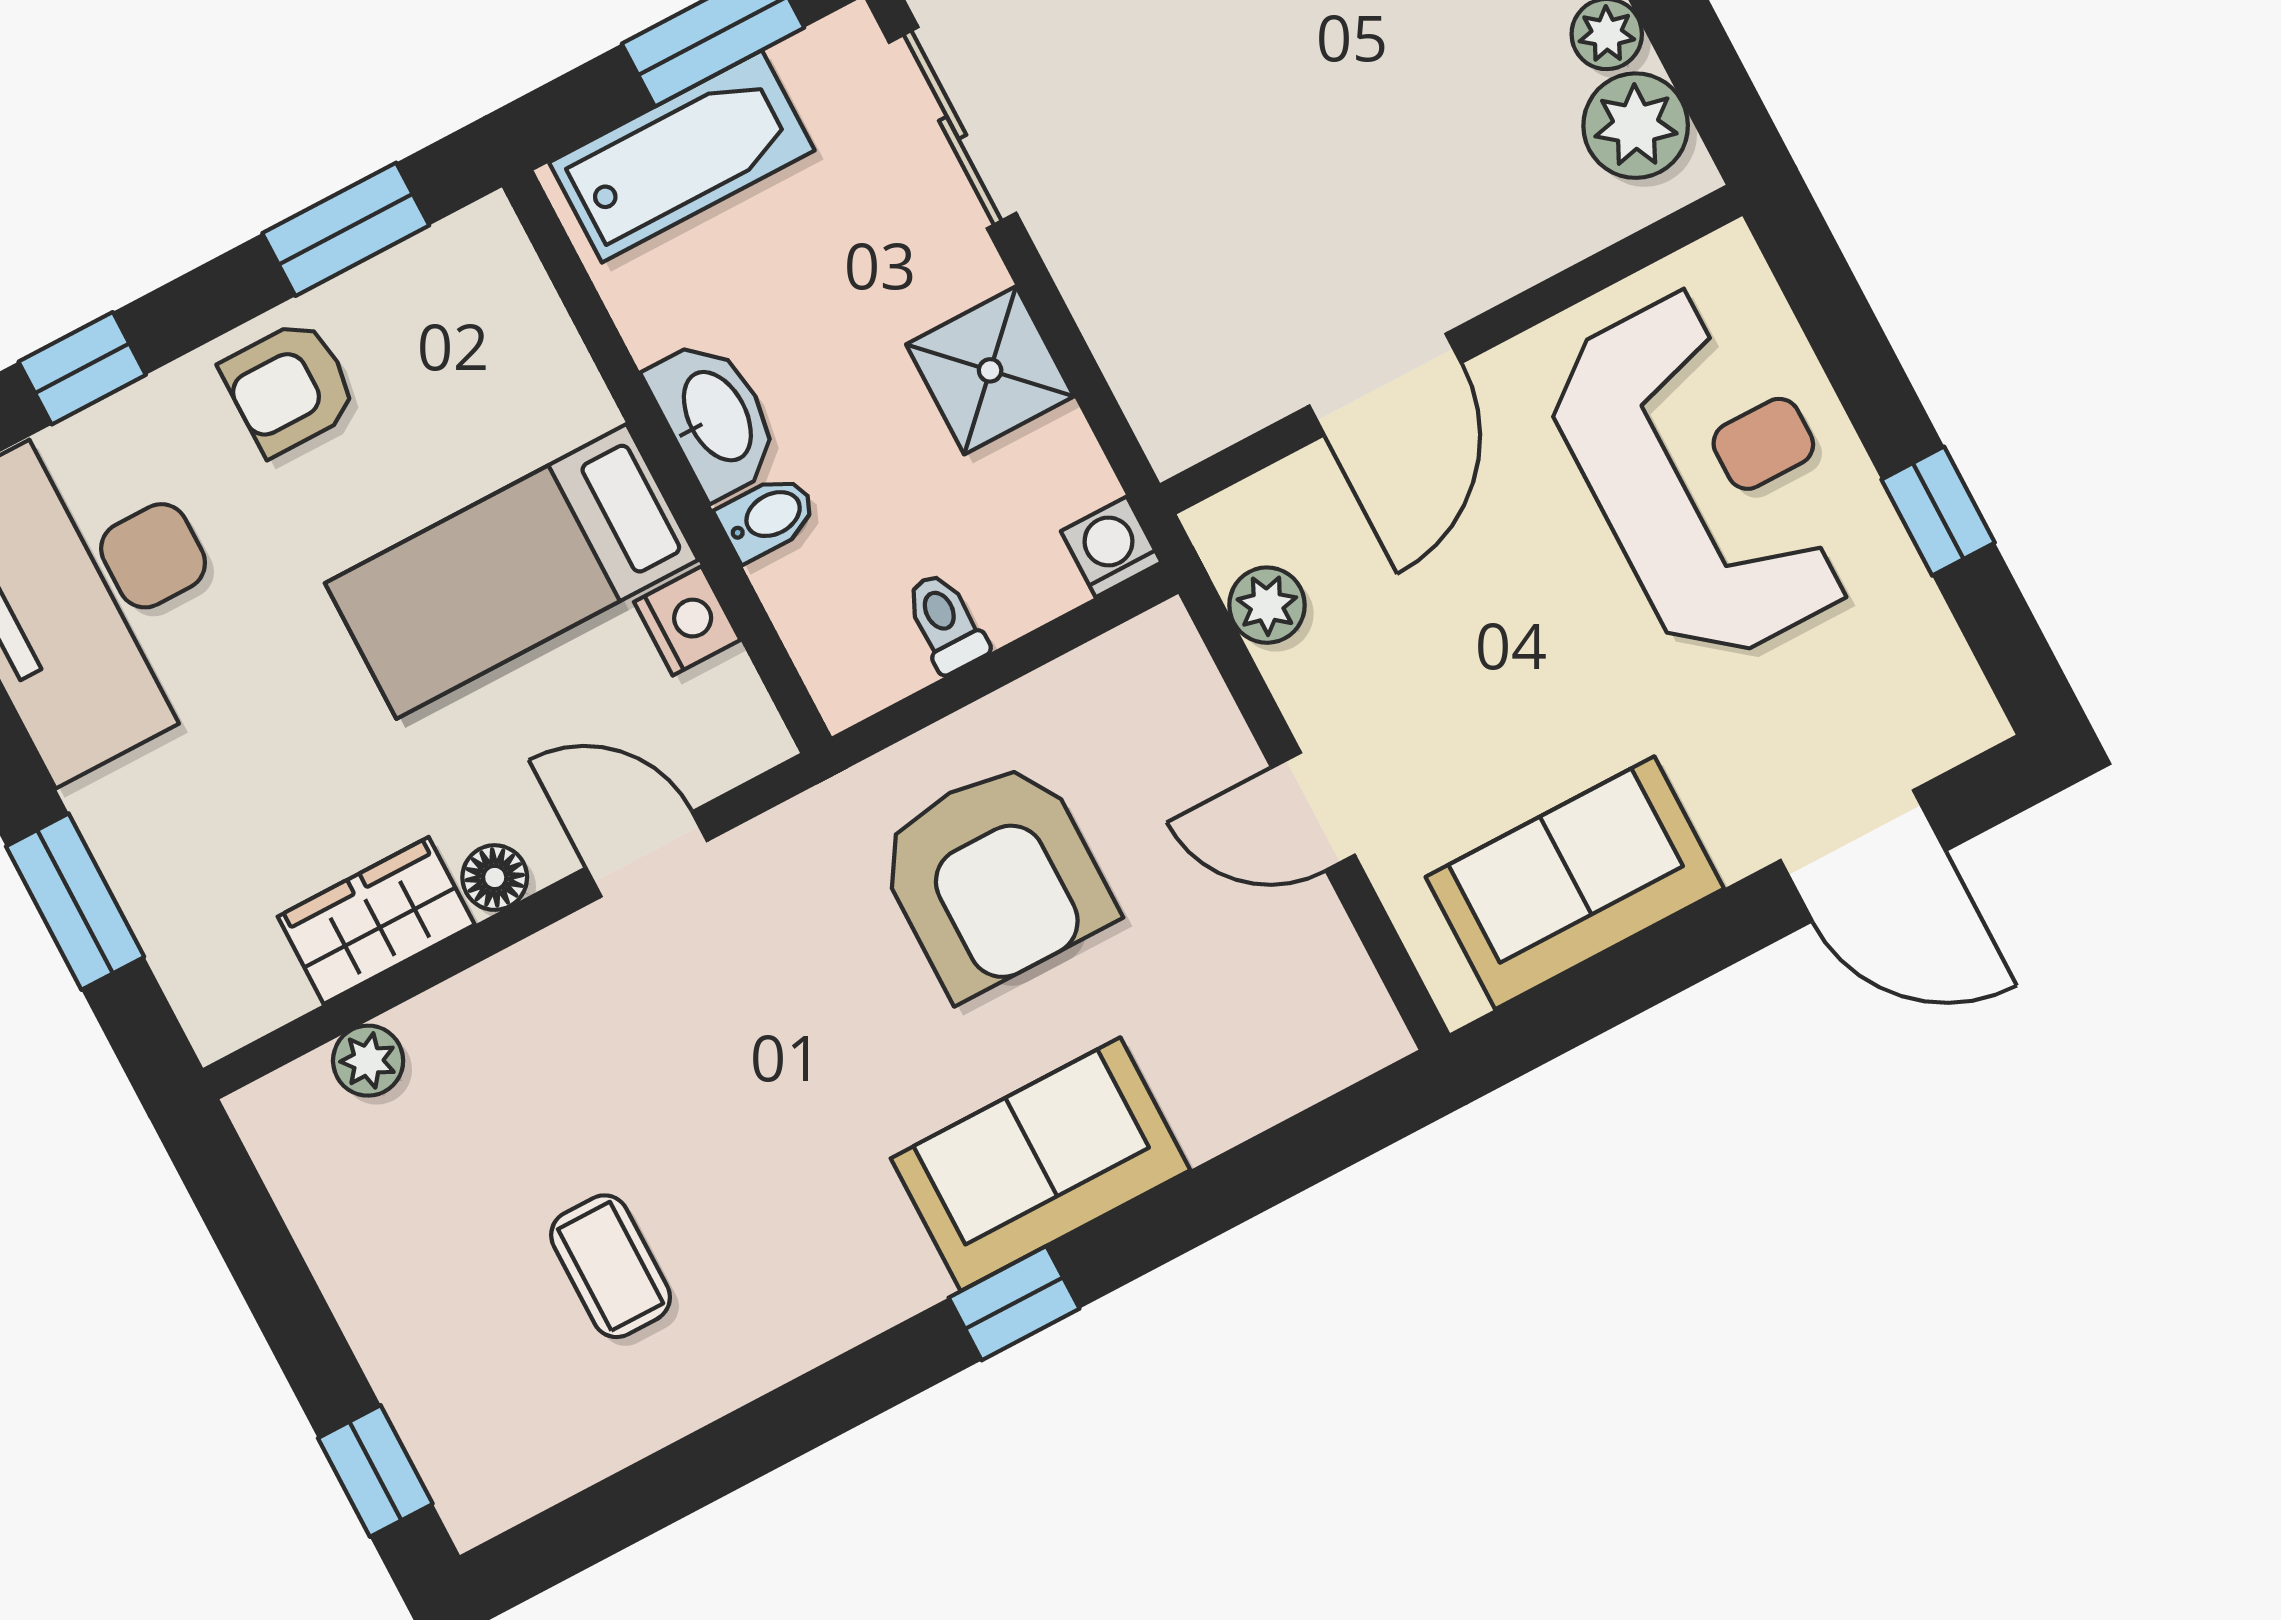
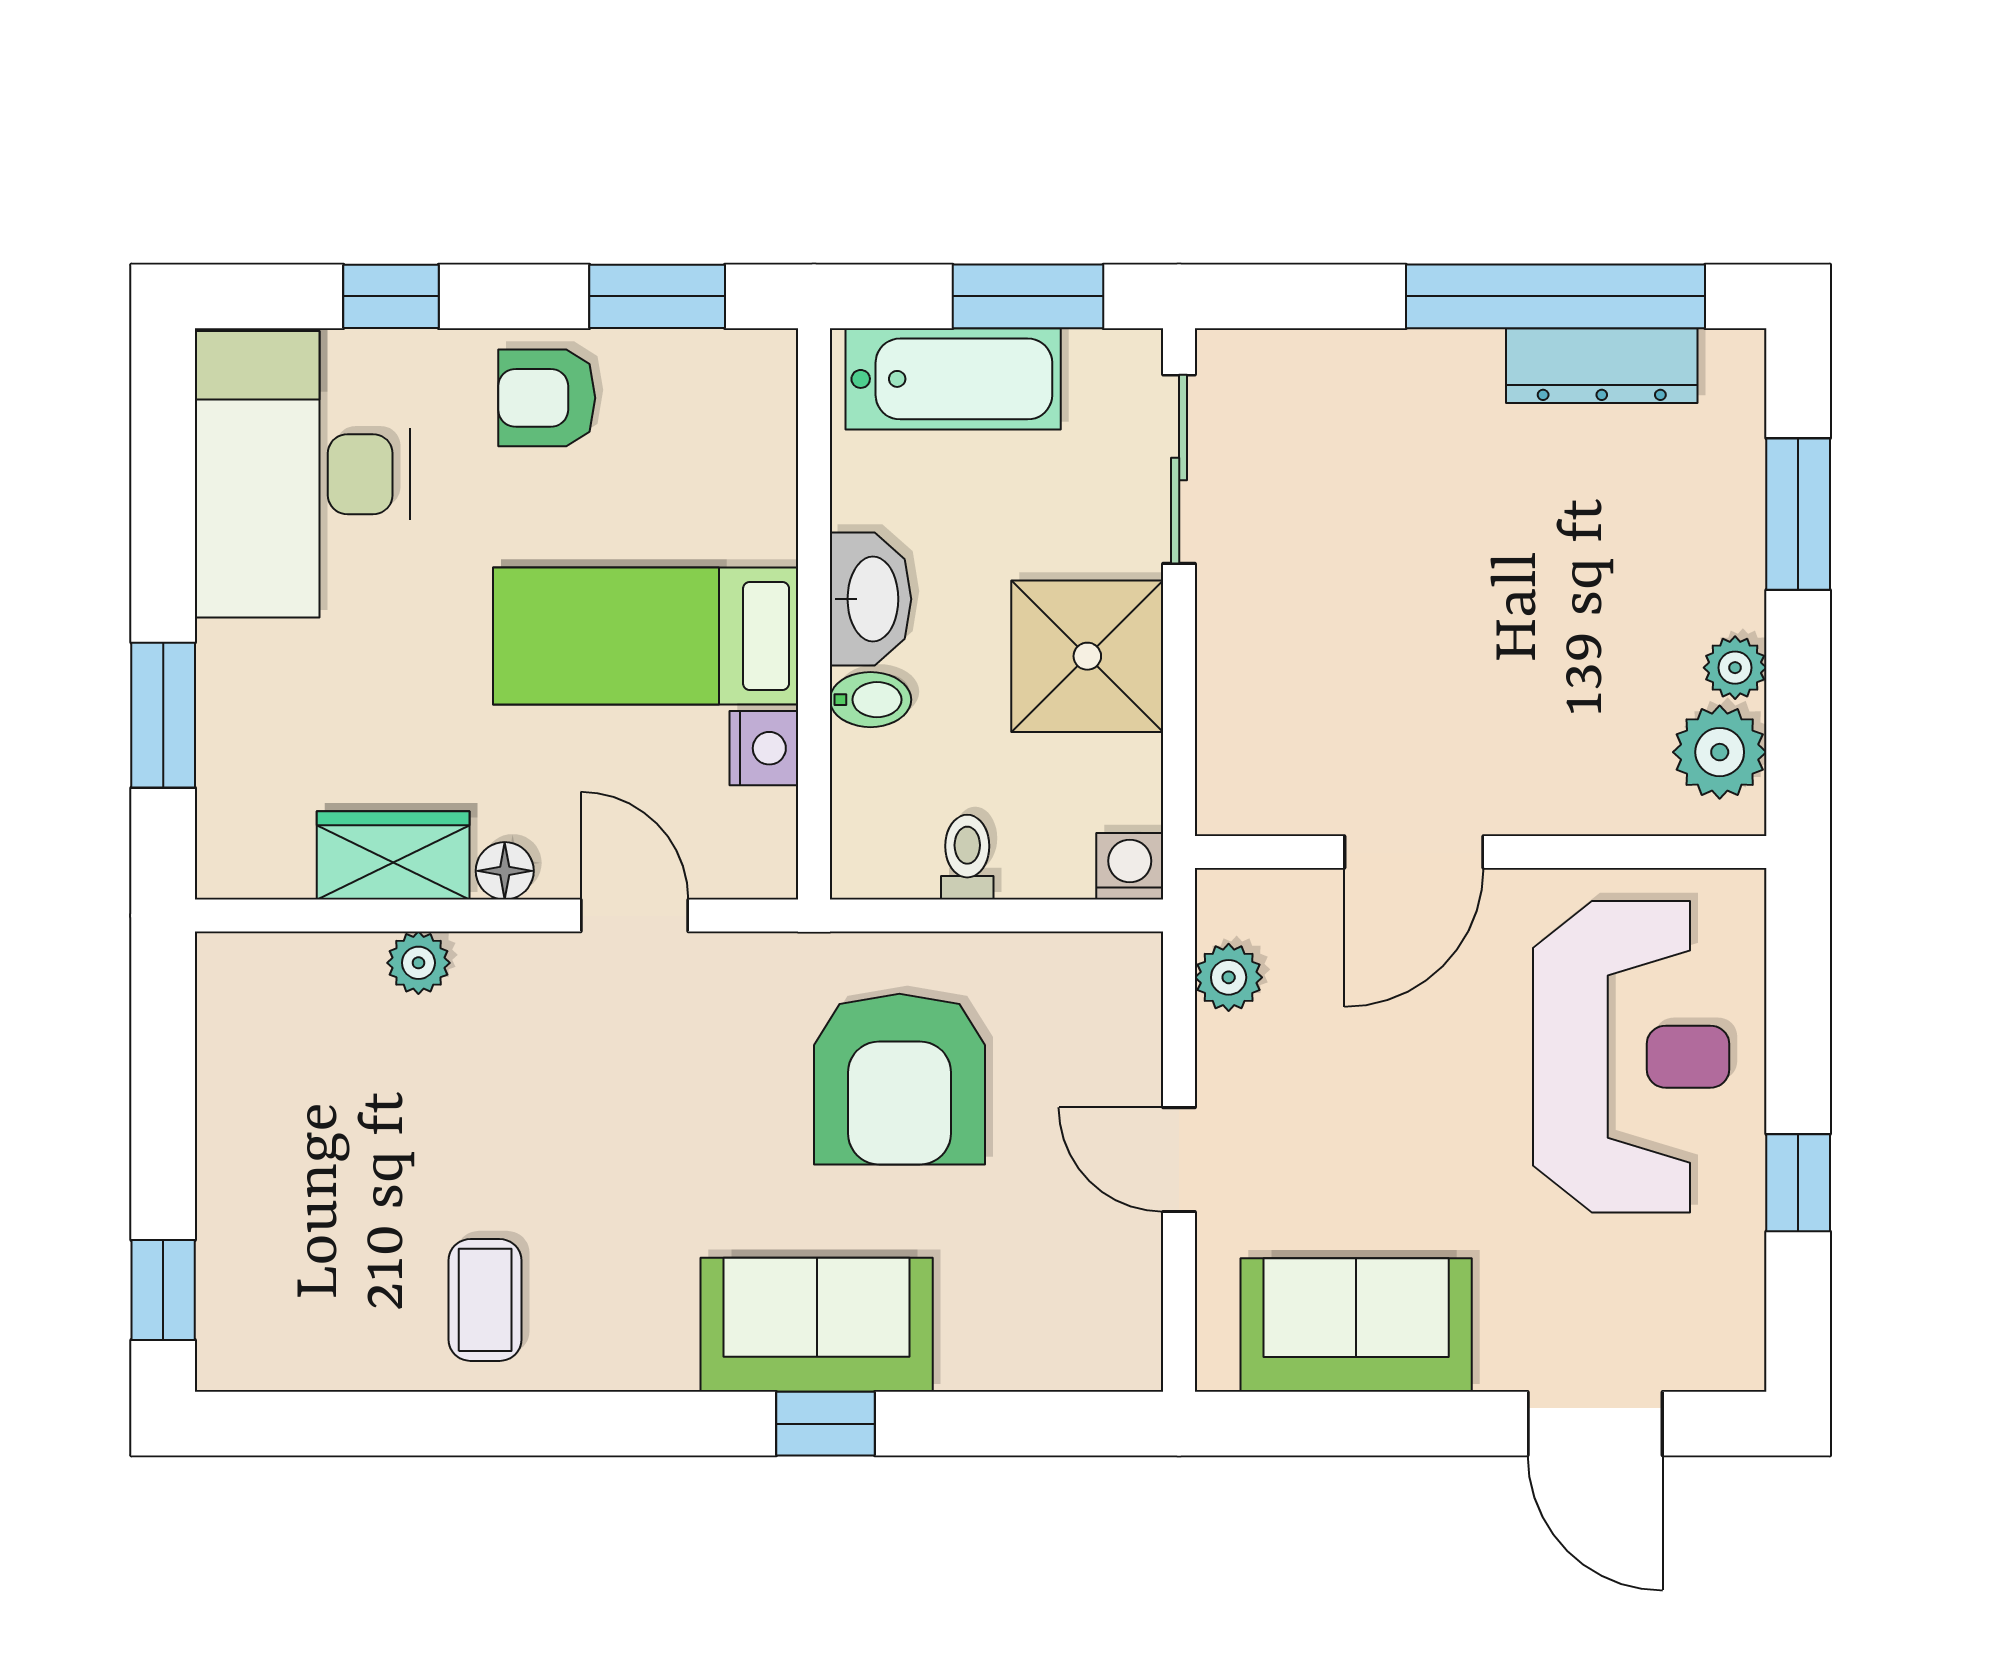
shower: (990, 370) -> (1087, 656), width x1.36, depth x1.36
plant: (368, 1061) -> (418, 963), moved
coffee table: (611, 1266) -> (485, 1300), moved
window: (1014, 1303) -> (826, 1424), moved

